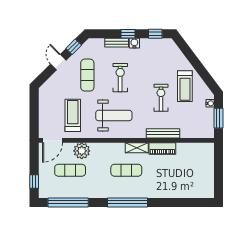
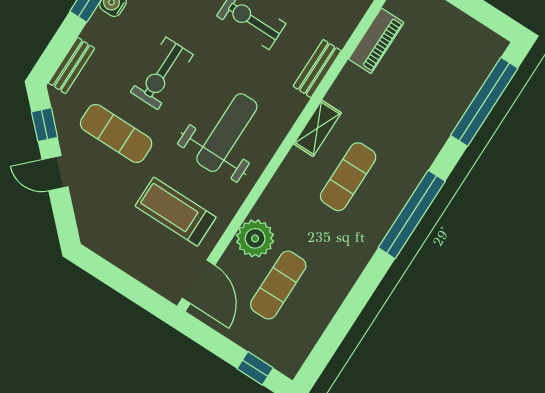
bench: (117, 43) -> (71, 66), moved
exercise bike: (120, 78) -> (162, 73), turned -90
bench: (163, 133) -> (317, 69), width x0.73
piano: (162, 148) -> (376, 41), moved
window: (68, 202) -> (484, 102), moved

